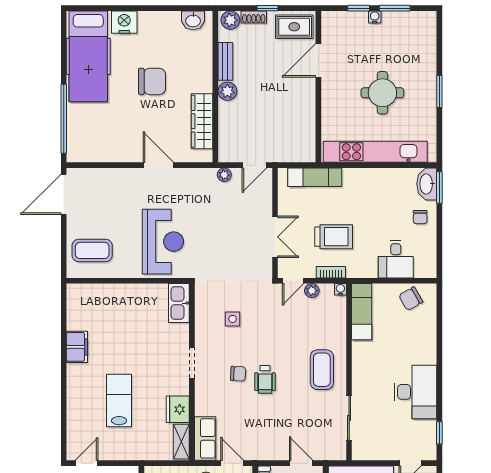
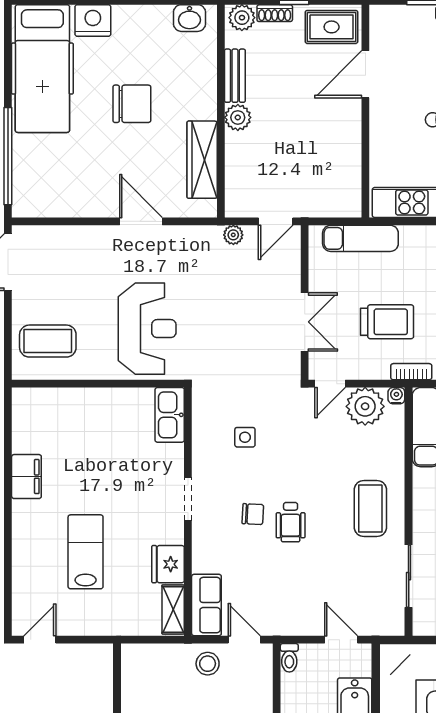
bookcase: (331, 272) -> (411, 372), moved
plant: (312, 291) -> (365, 406), width x1.88, depth x1.88

